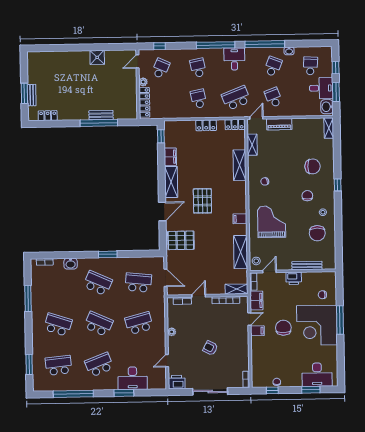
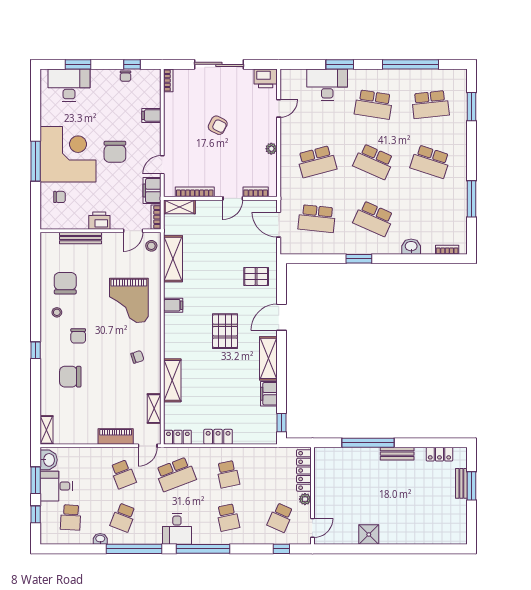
bench: (101, 115) -> (397, 454), moved
pallet: (181, 240) -> (256, 276), width x0.67, depth x0.71
filing cabinet: (257, 331) -> (151, 115), moved
school desk: (99, 365) -> (374, 105), turned 30

